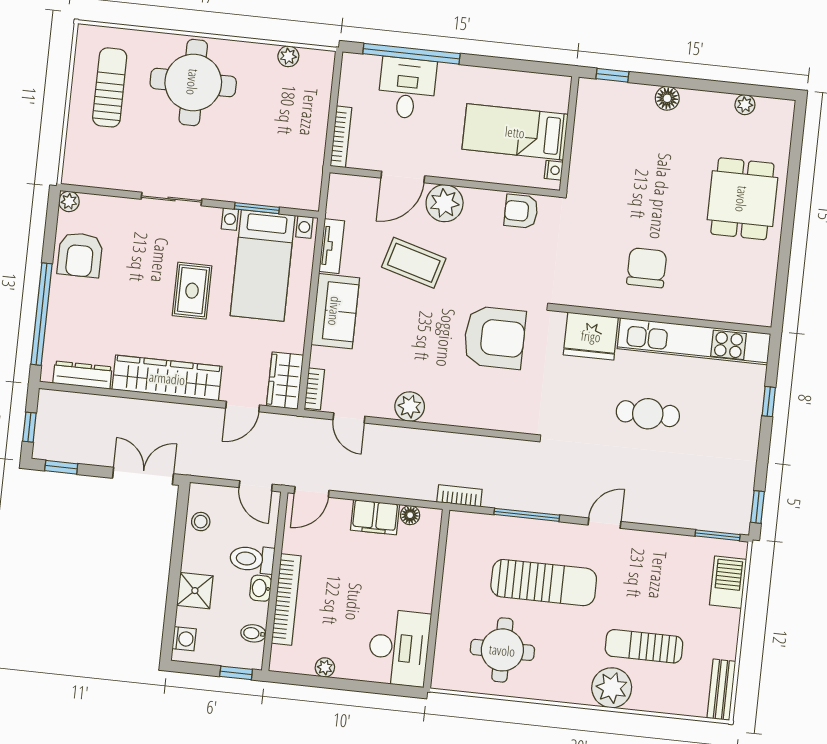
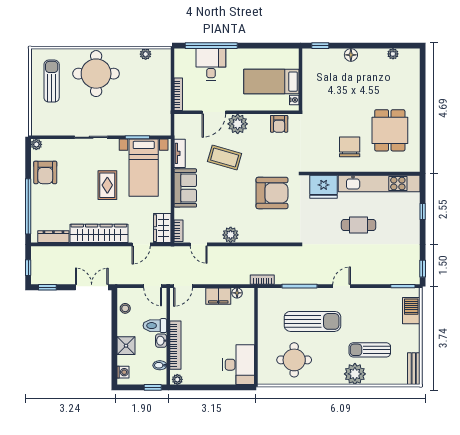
dining table: (742, 199) -> (390, 130), moved
armchair: (521, 211) -> (279, 124), turned -90
plant: (325, 667) -> (177, 379), moved

